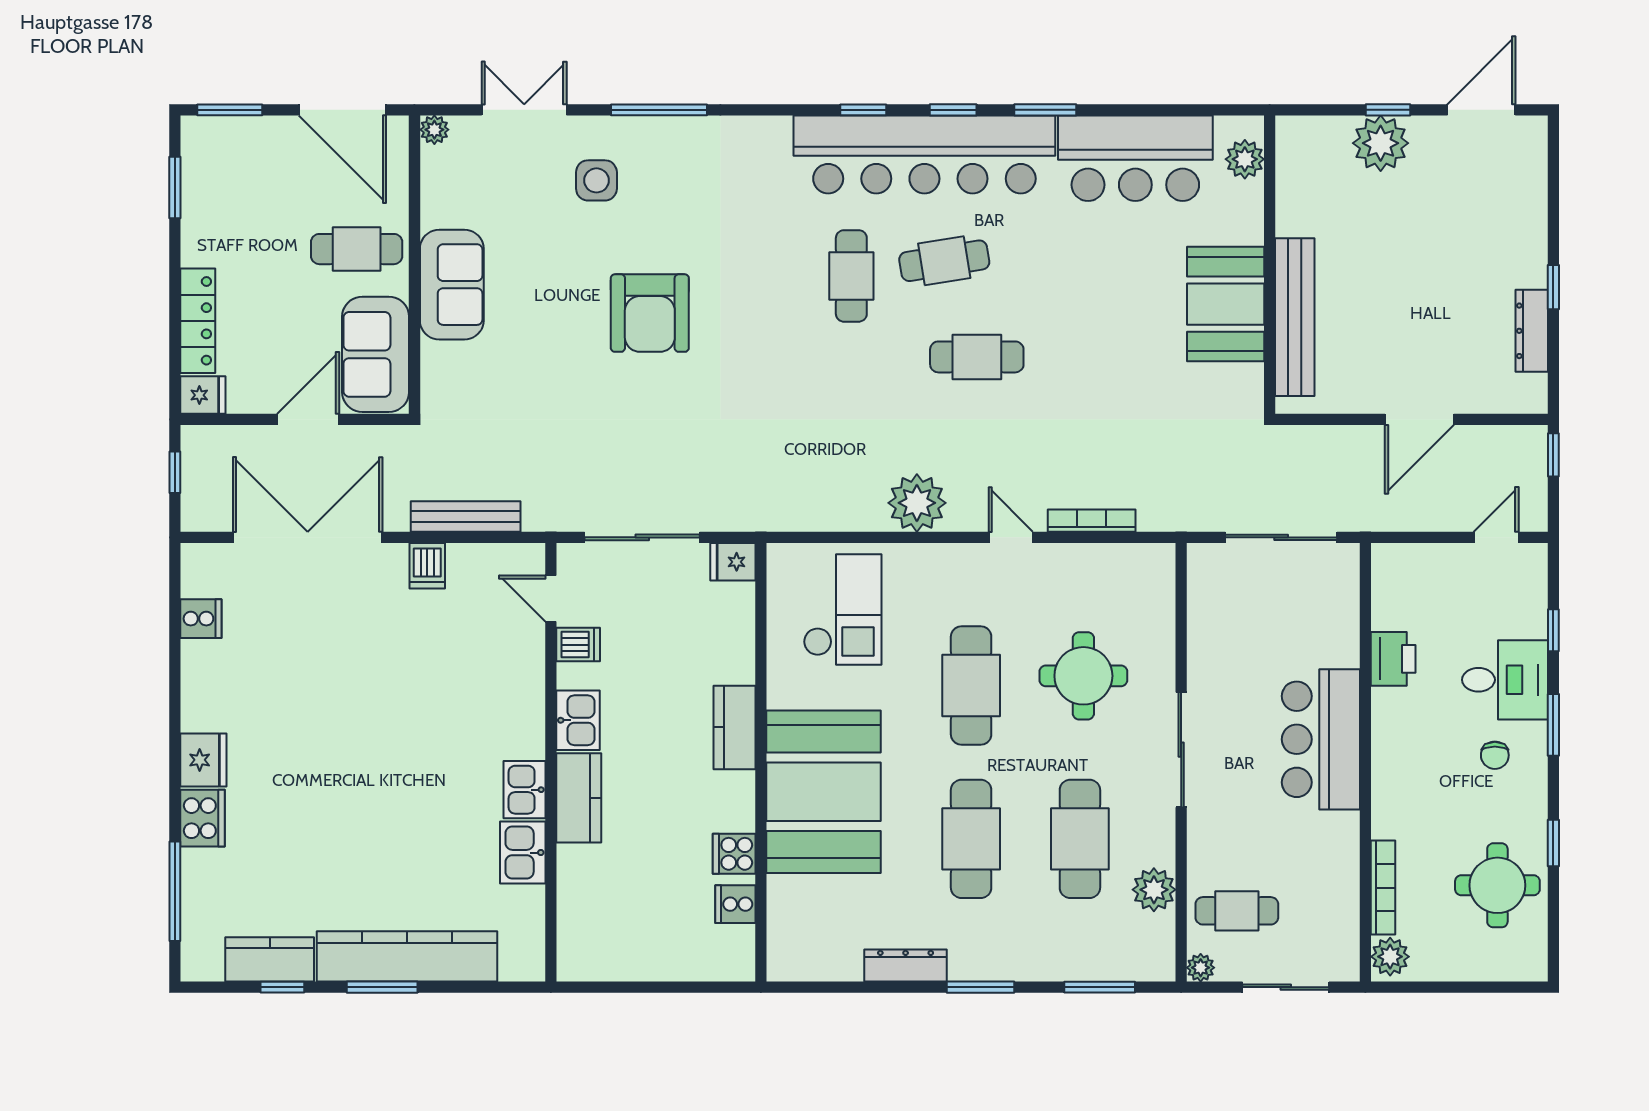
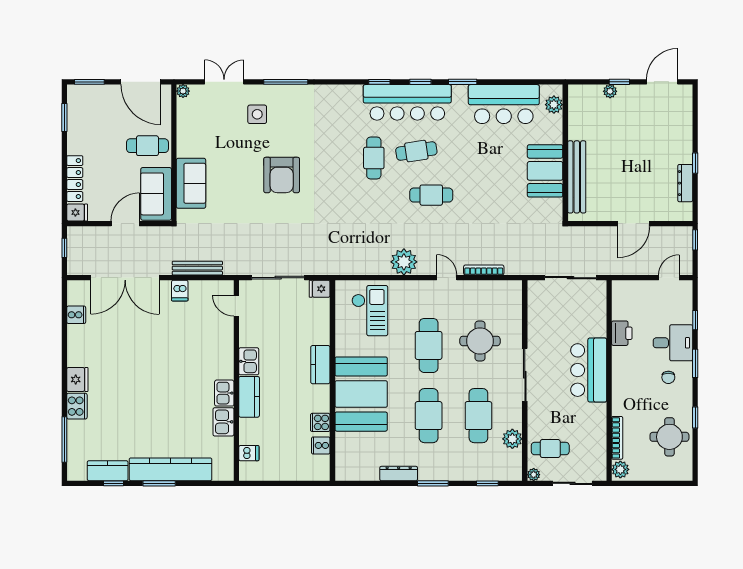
plant: (1381, 143) -> (610, 91), width x0.53, depth x0.53
bar counter: (924, 154) -> (407, 102), width x0.73
sofa: (452, 285) -> (191, 183), moved
double door: (308, 537) -> (125, 278), swing flipped
dishwasher: (578, 645) -> (249, 453), moved
window: (1100, 987) -> (487, 483), width x0.67

